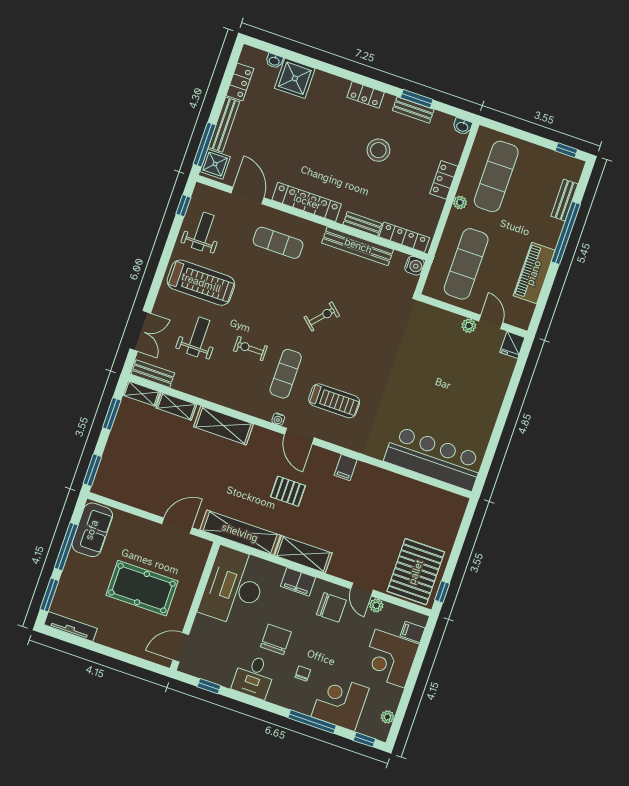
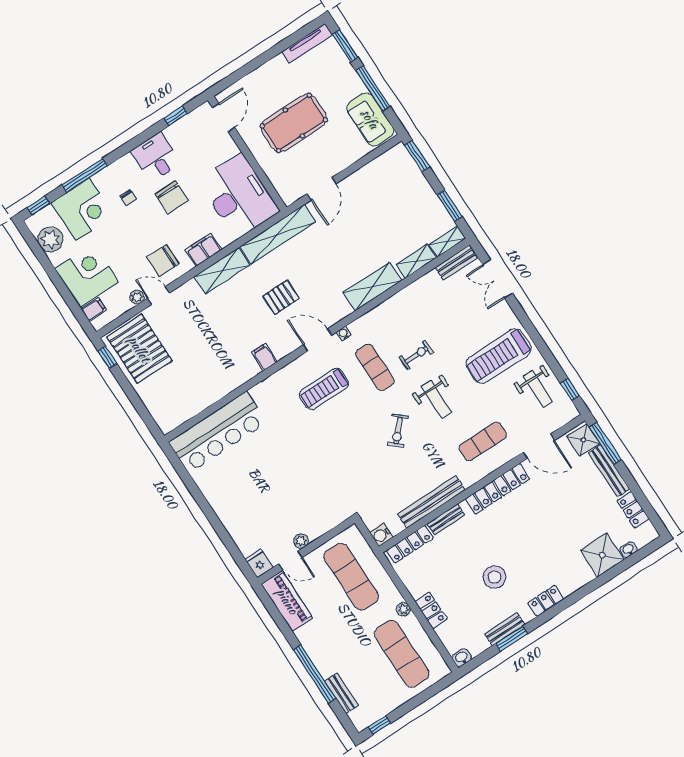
piano: (534, 273) -> (287, 601), moved
weight bench: (198, 337) -> (437, 399), moved
plant: (387, 717) -> (50, 239), width x1.87, depth x1.87

